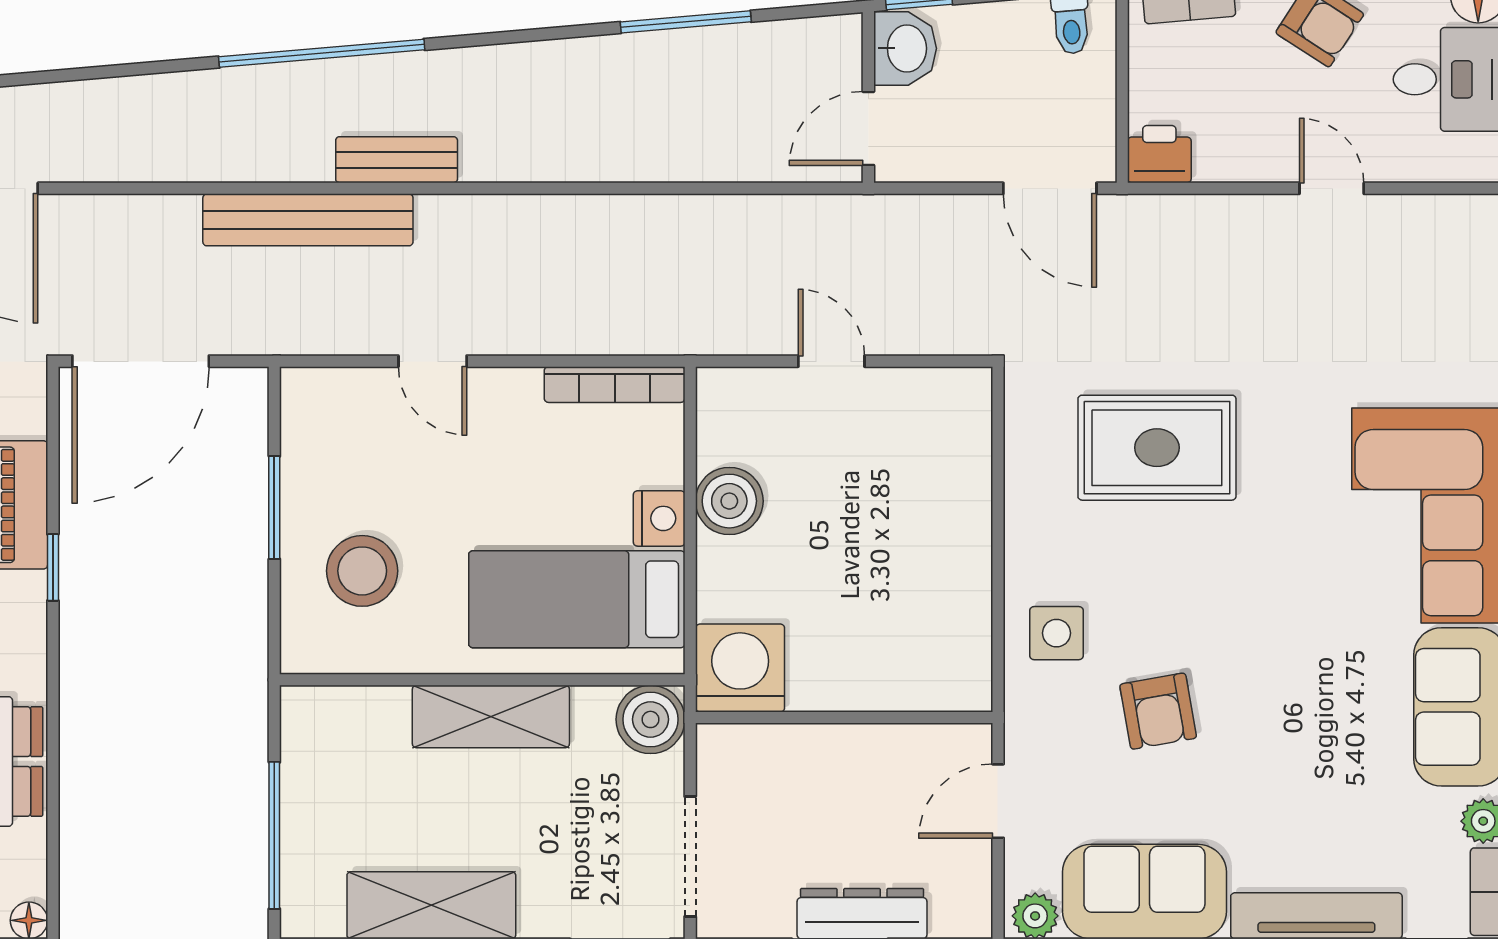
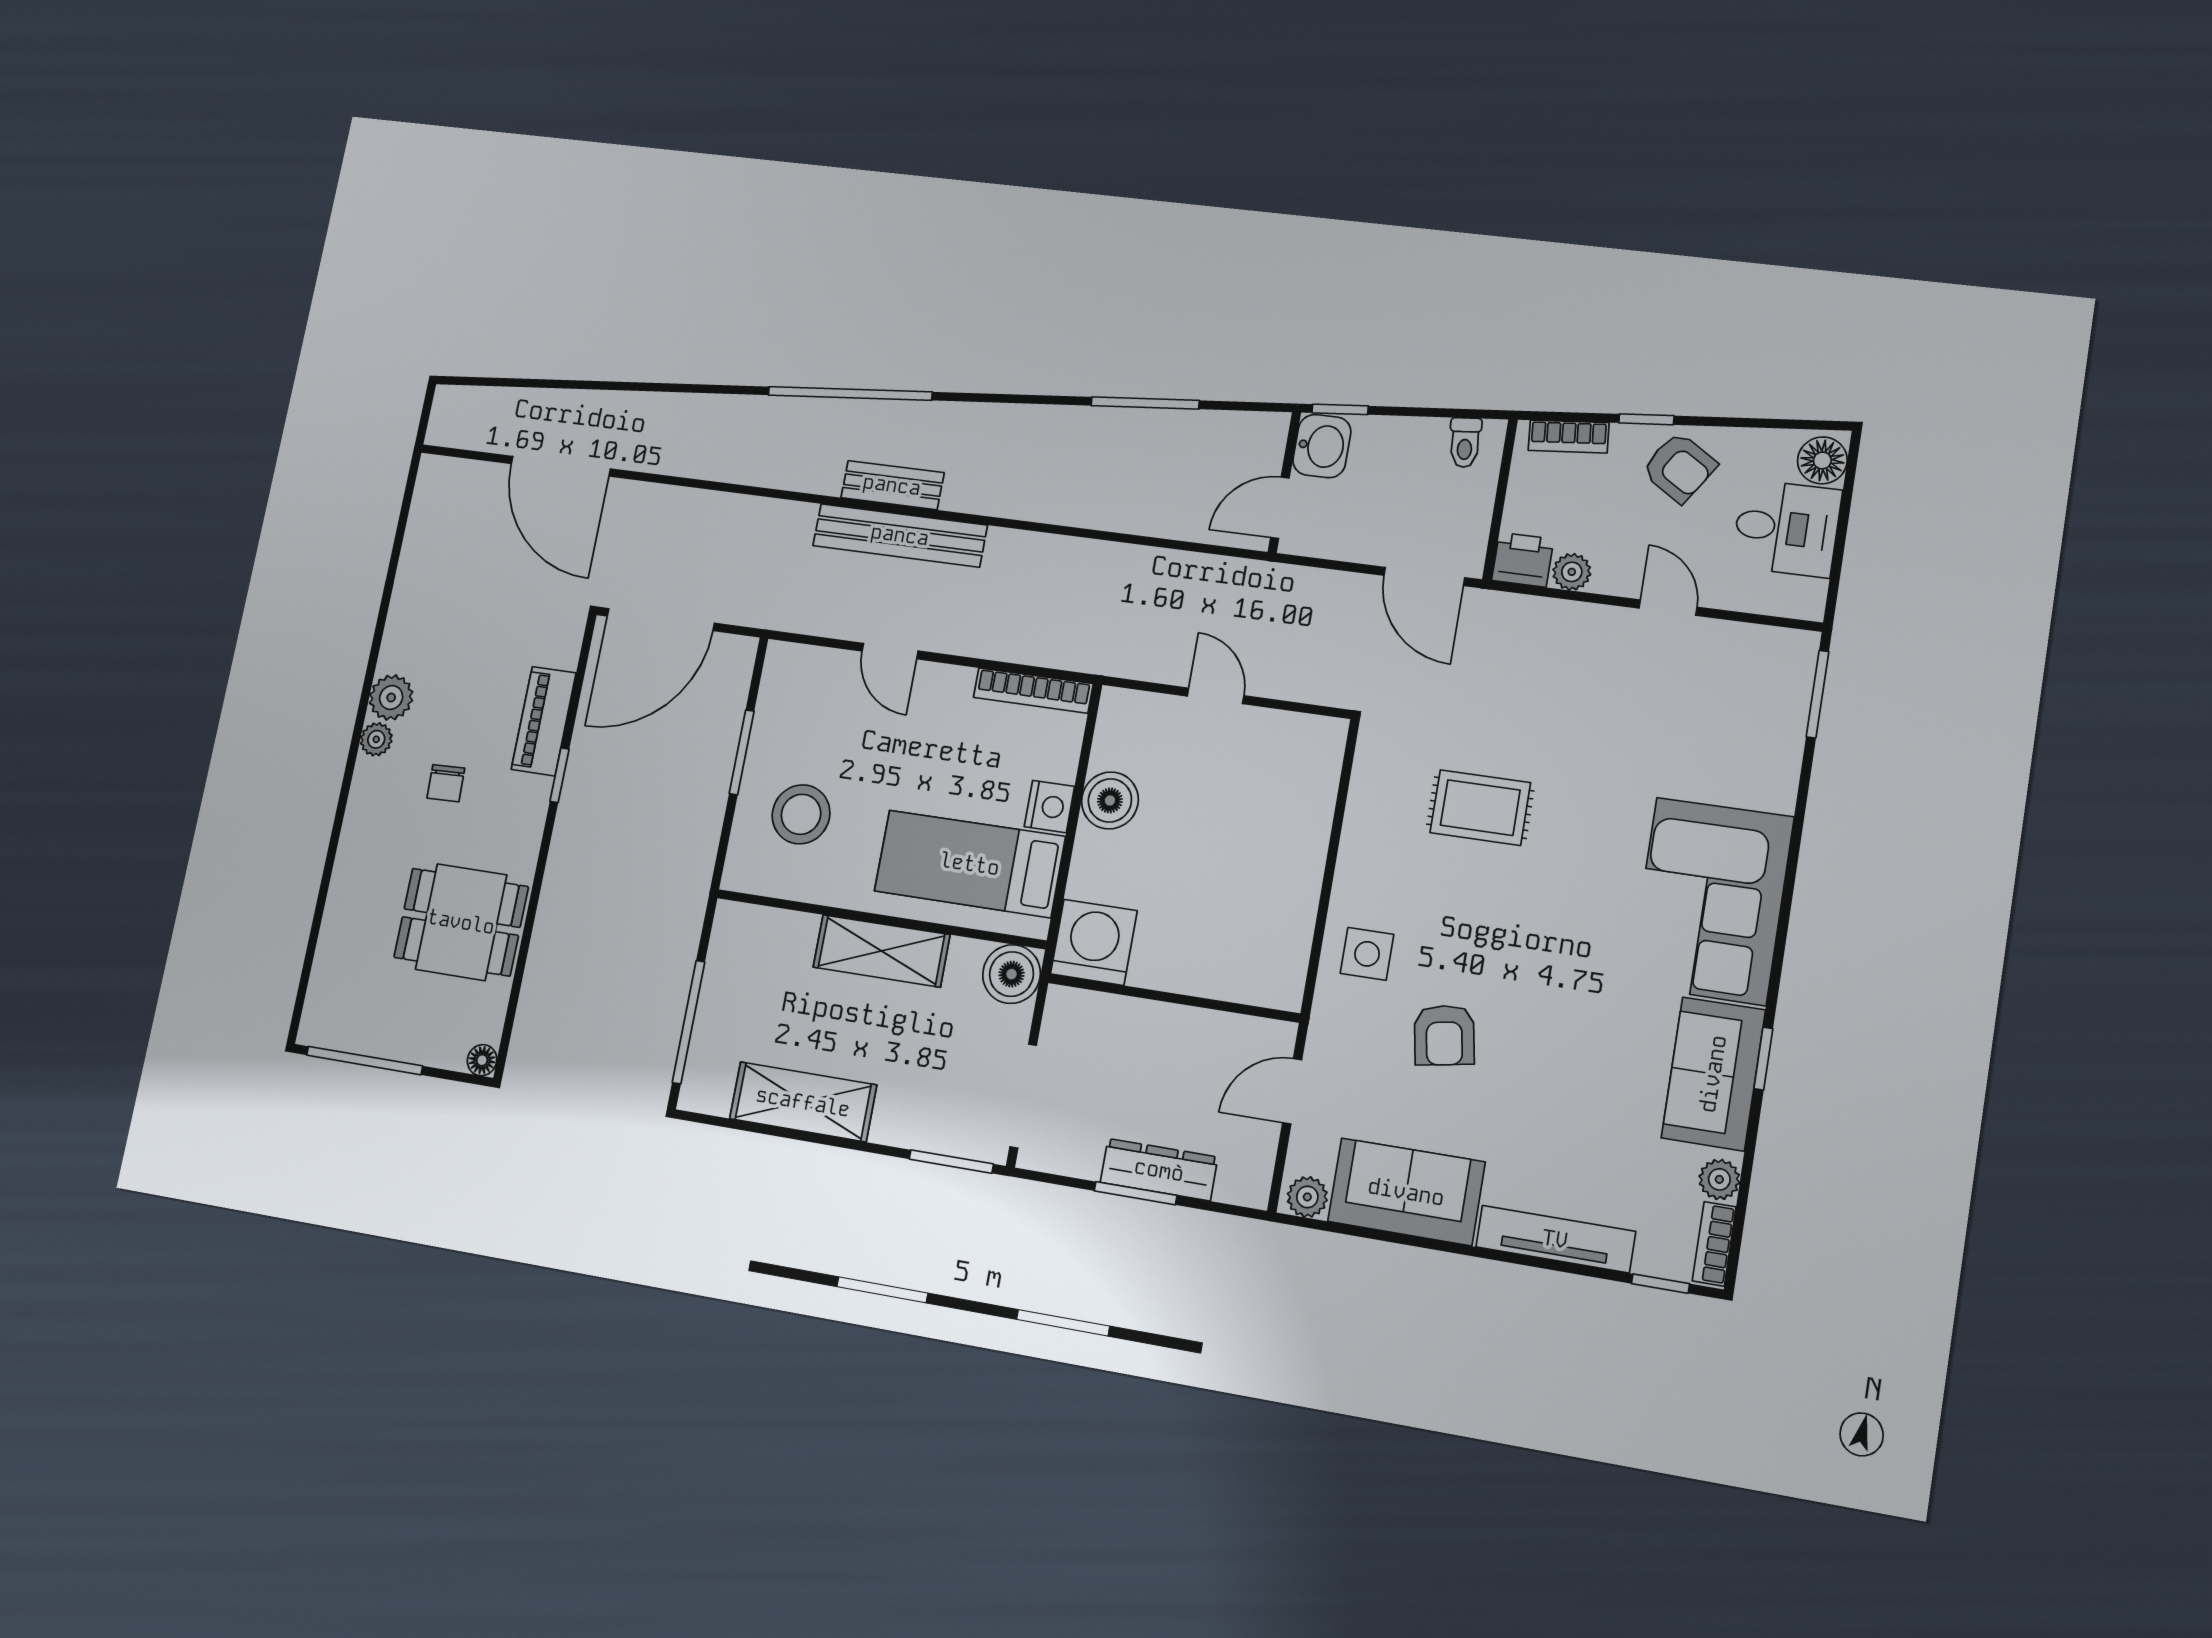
plant: (1217, 161) -> (1572, 572), added
bench: (308, 220) -> (900, 535), moved
rug: (1157, 448) -> (1480, 808), width x0.73, depth x0.70

